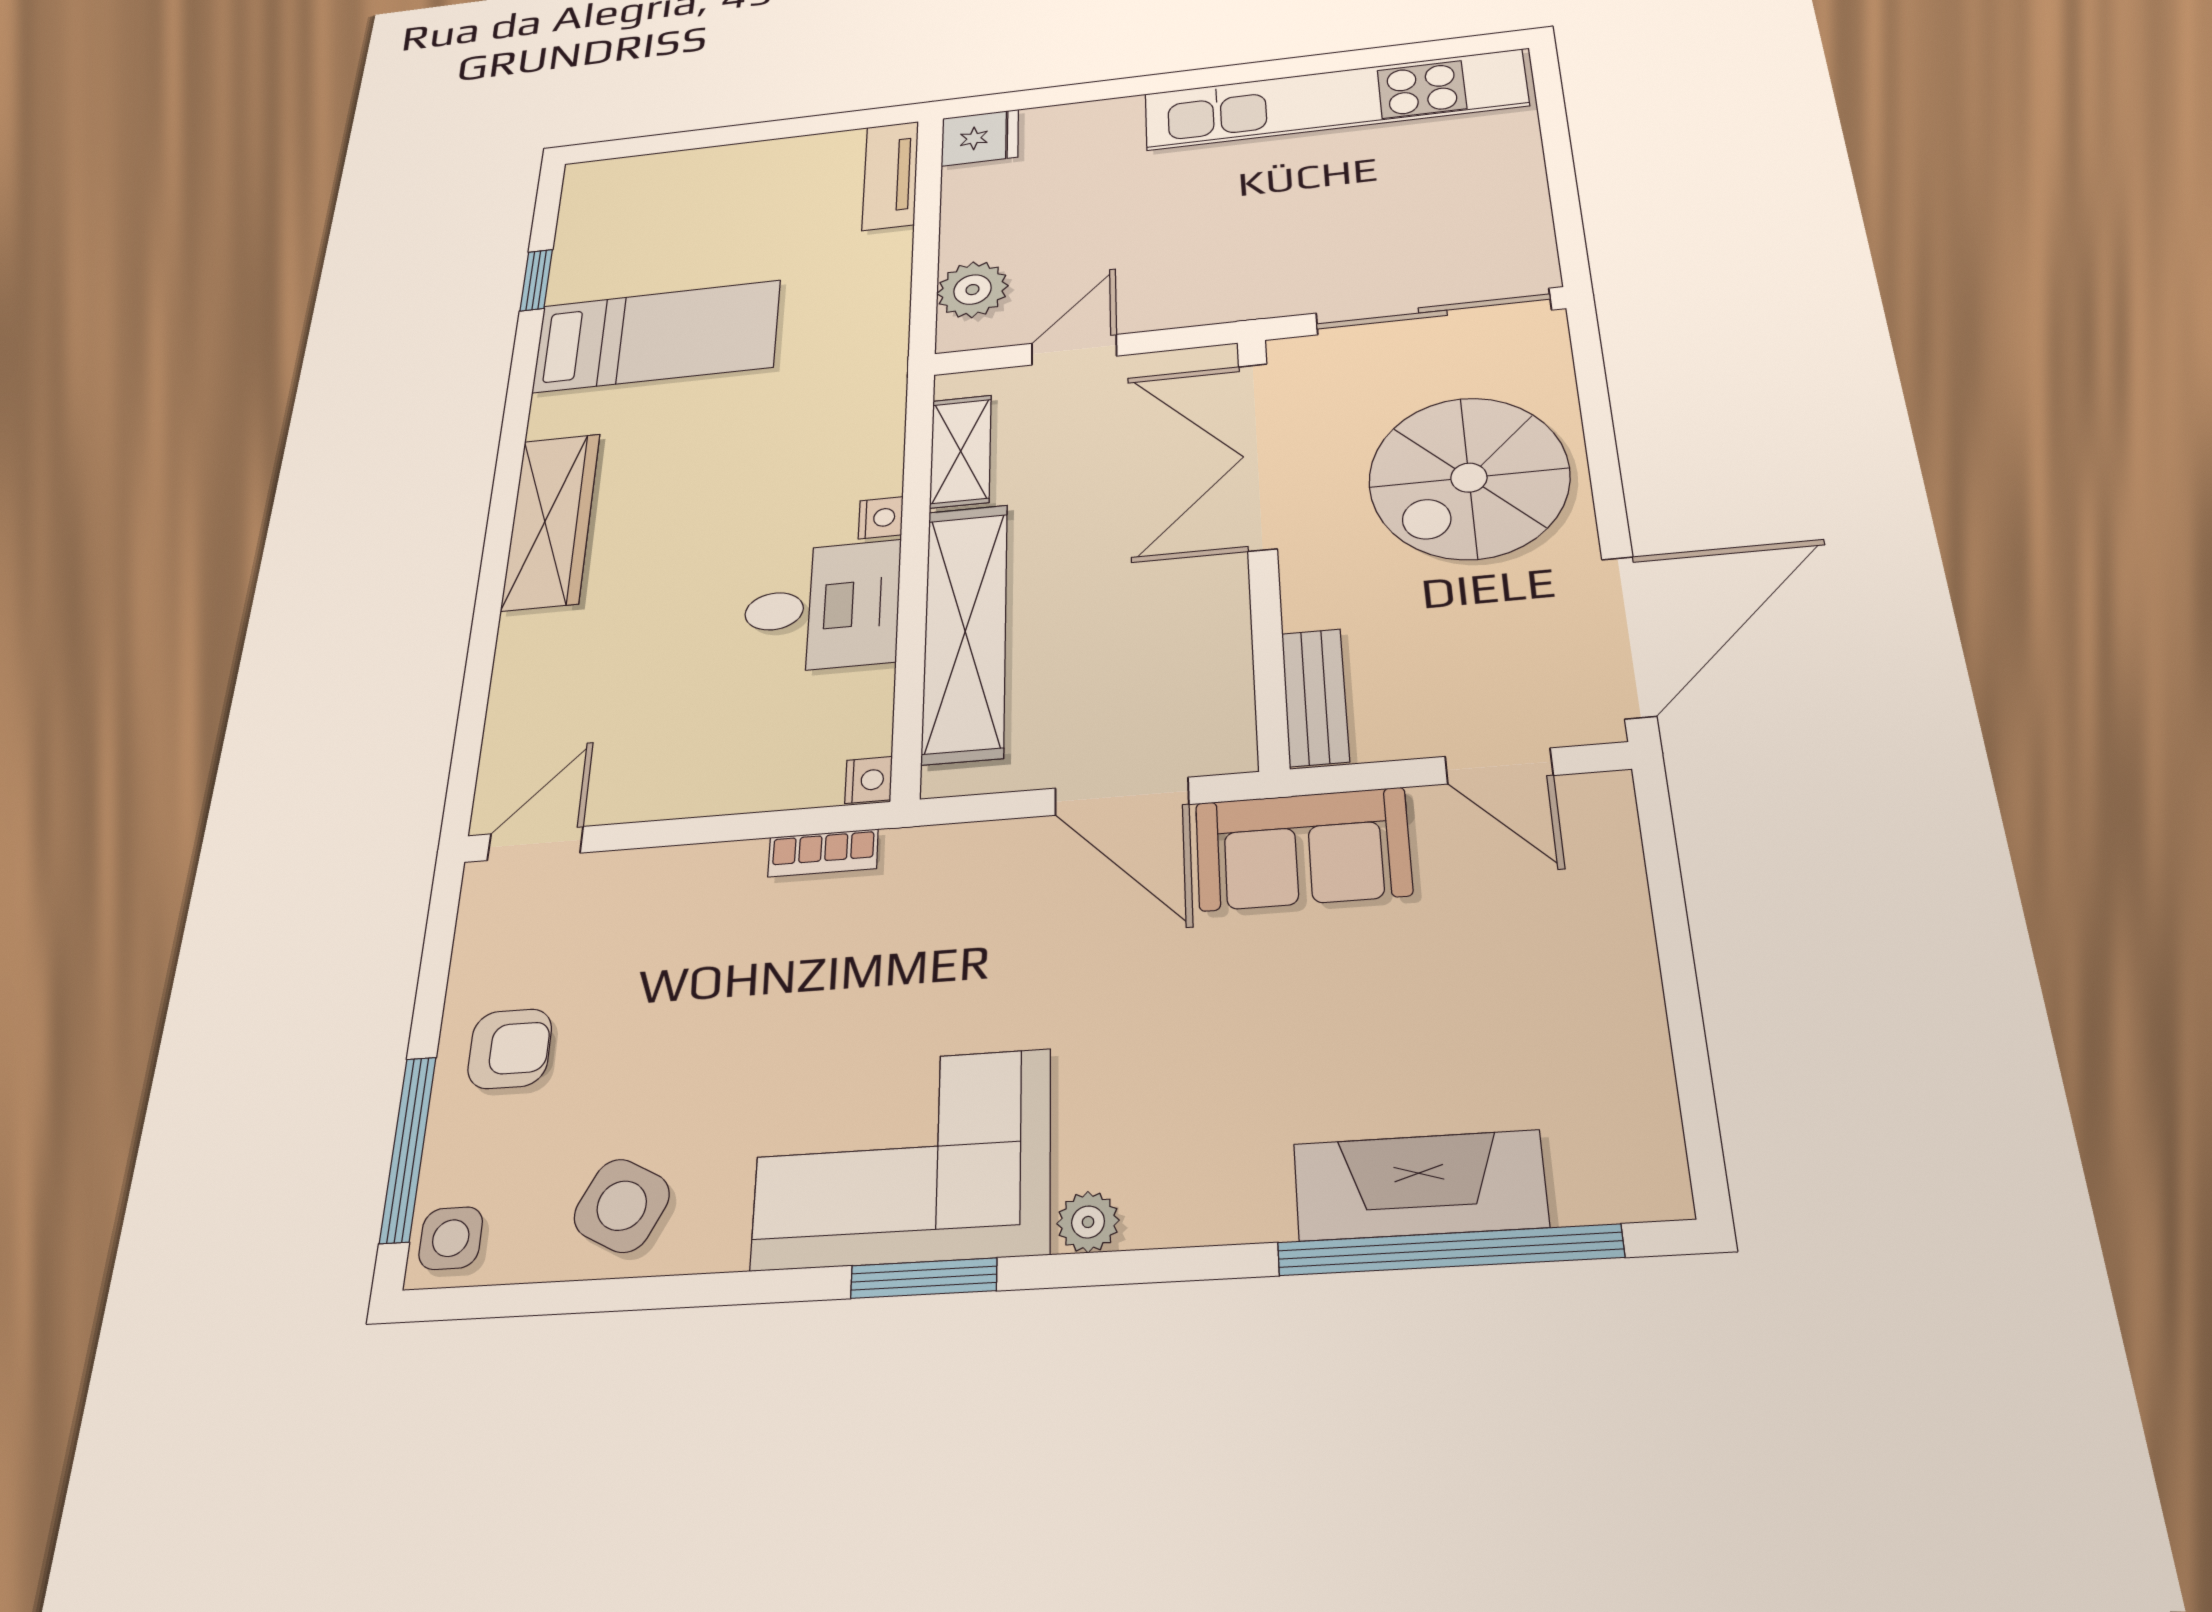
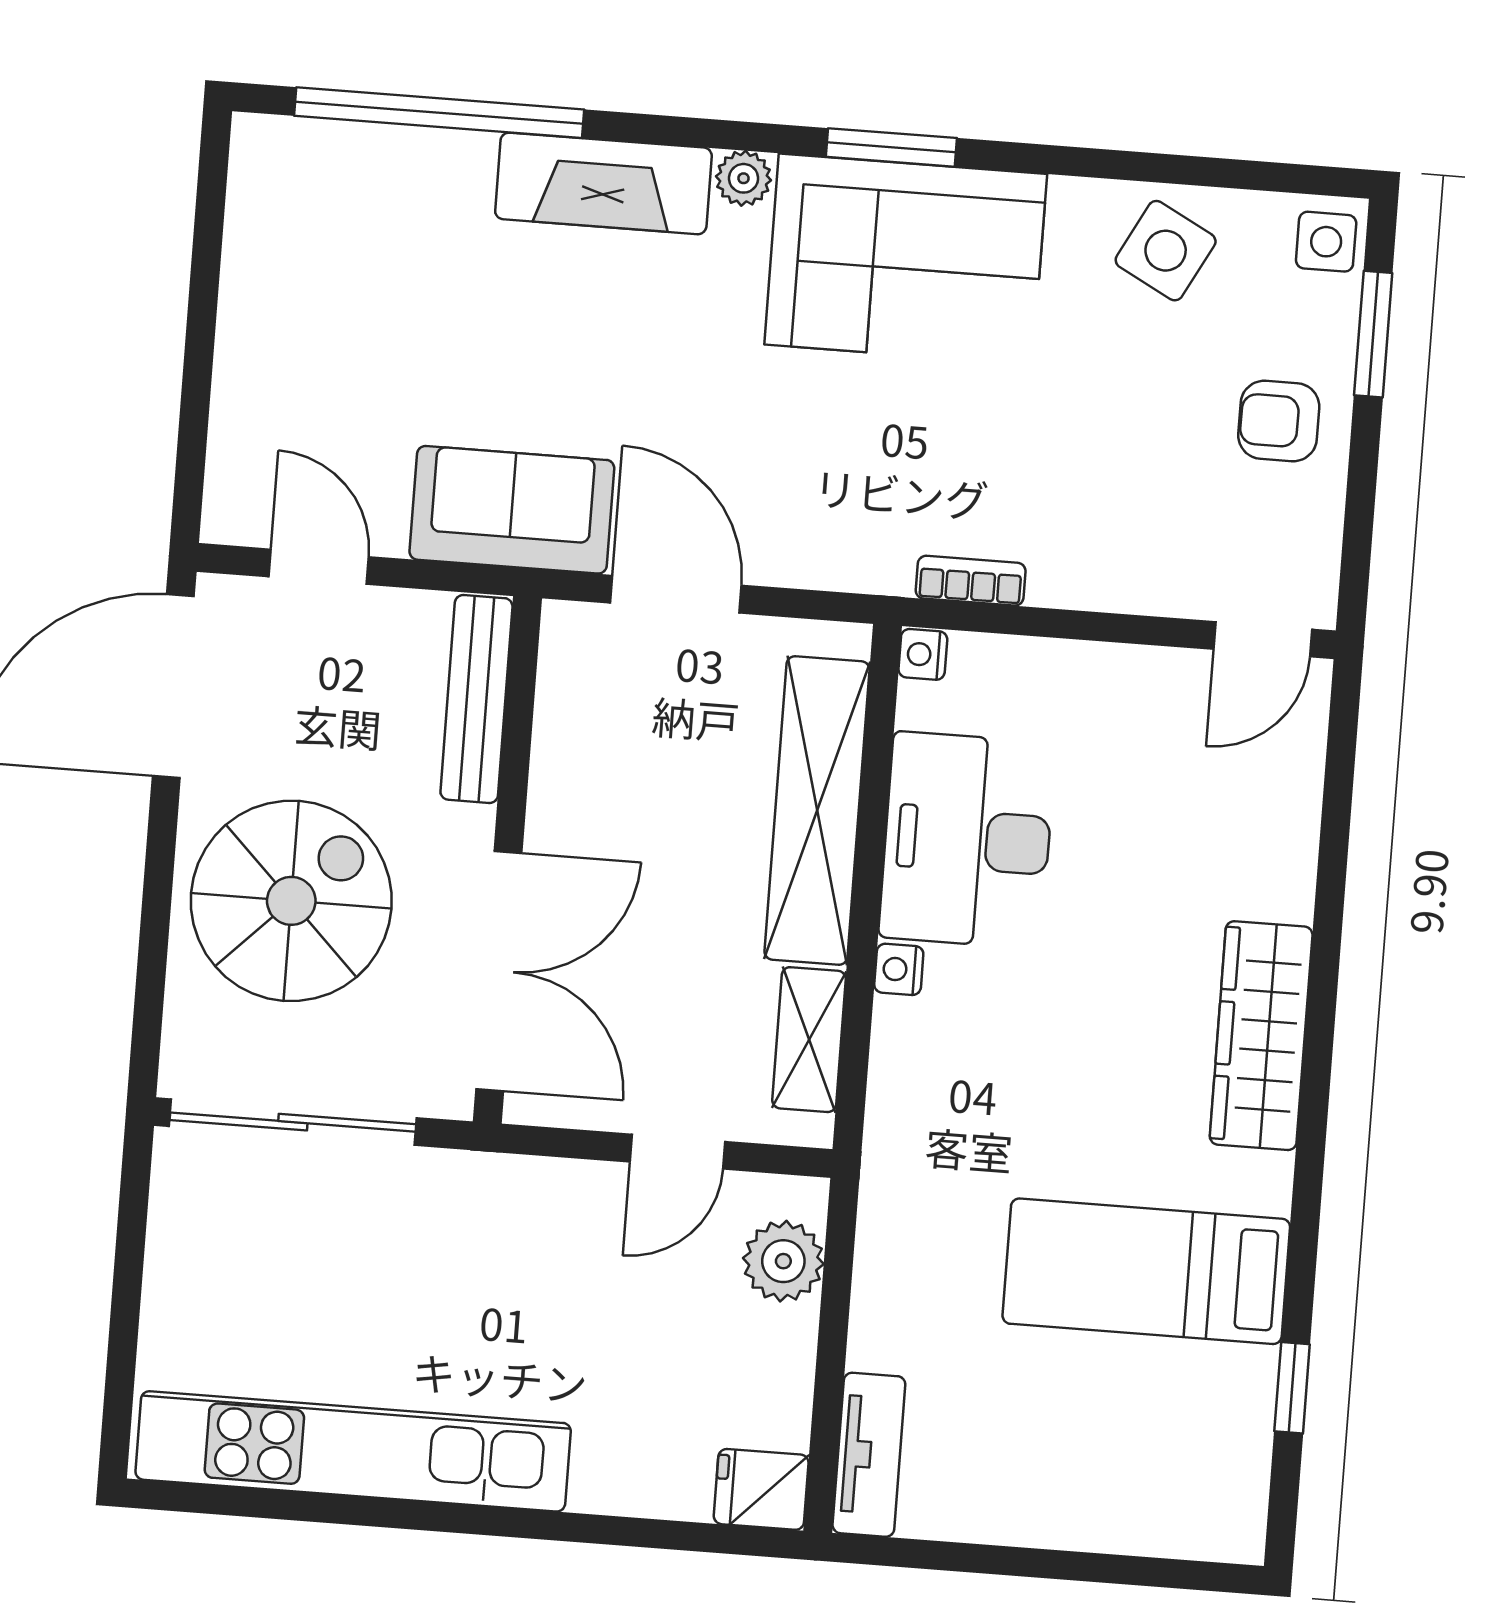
desk: (822, 607) -> (967, 840), width x1.37
bench: (1315, 697) -> (476, 699), width x1.36
window: (408, 1149) -> (1373, 334), width x0.69
fireplace: (1420, 1185) -> (603, 183), moved

